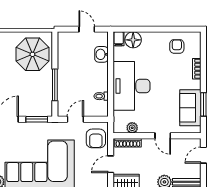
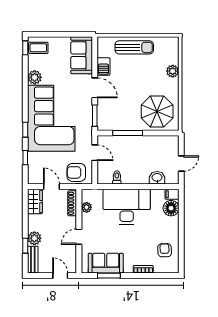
armchair: (177, 46) -> (165, 250), turned -92

